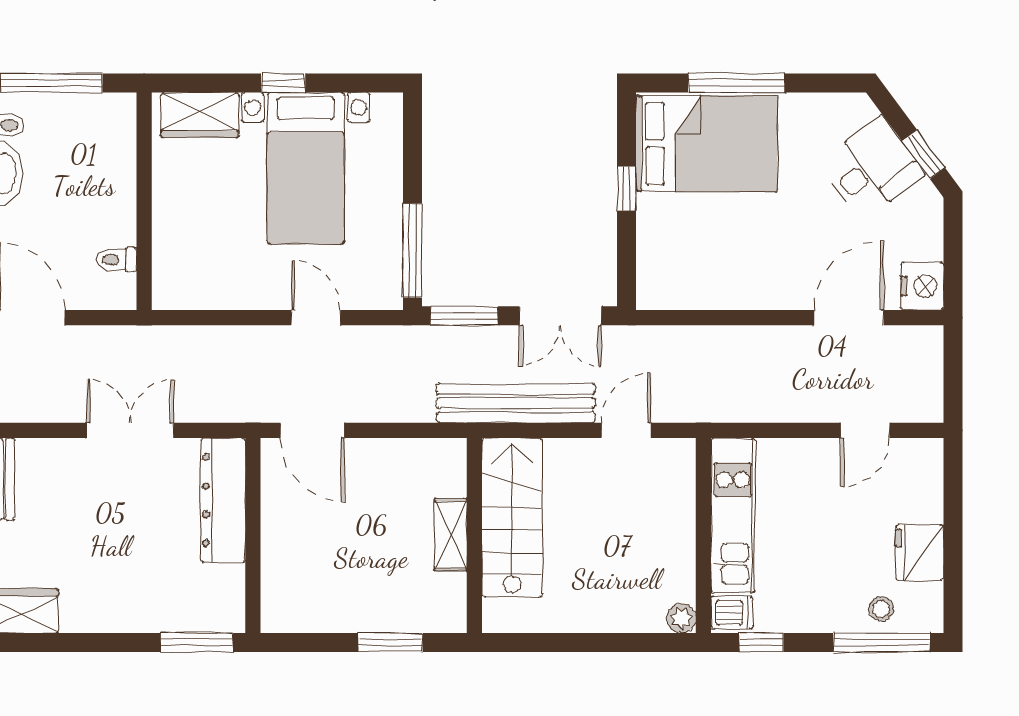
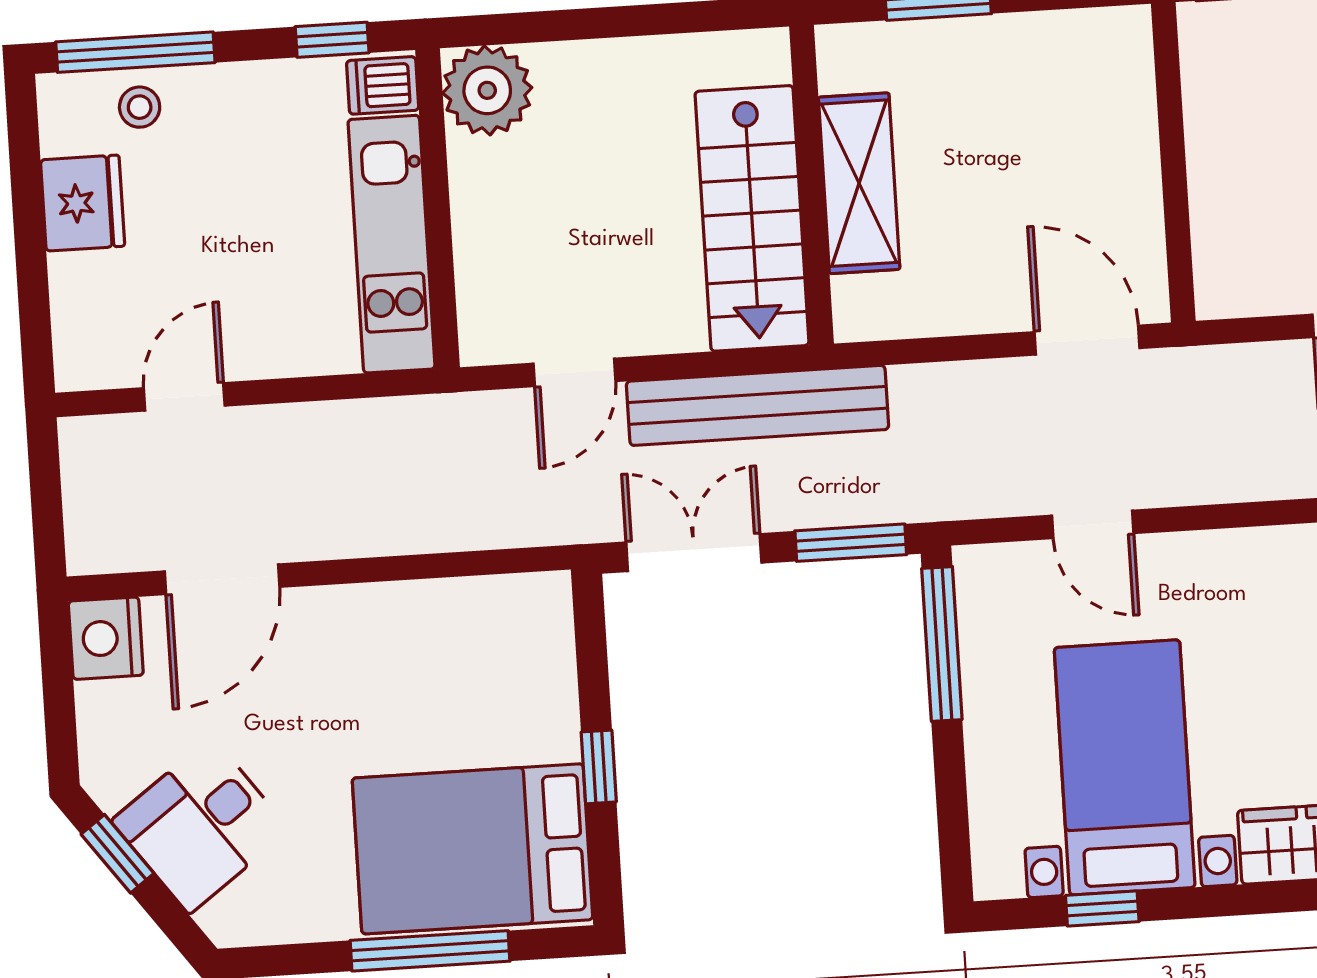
window: (283, 83) -> (1102, 909), moved
dresser: (223, 500) -> (1225, 217), removed
shelving: (451, 535) -> (859, 183), width x1.50, depth x1.33
plant: (681, 618) -> (487, 90), width x1.88, depth x1.88

